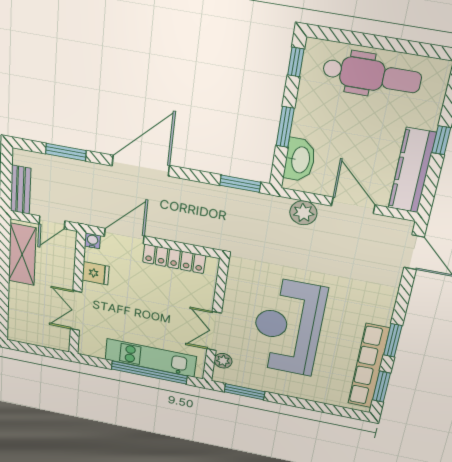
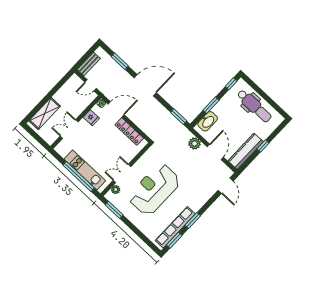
shelving: (22, 254) -> (45, 113), moved

